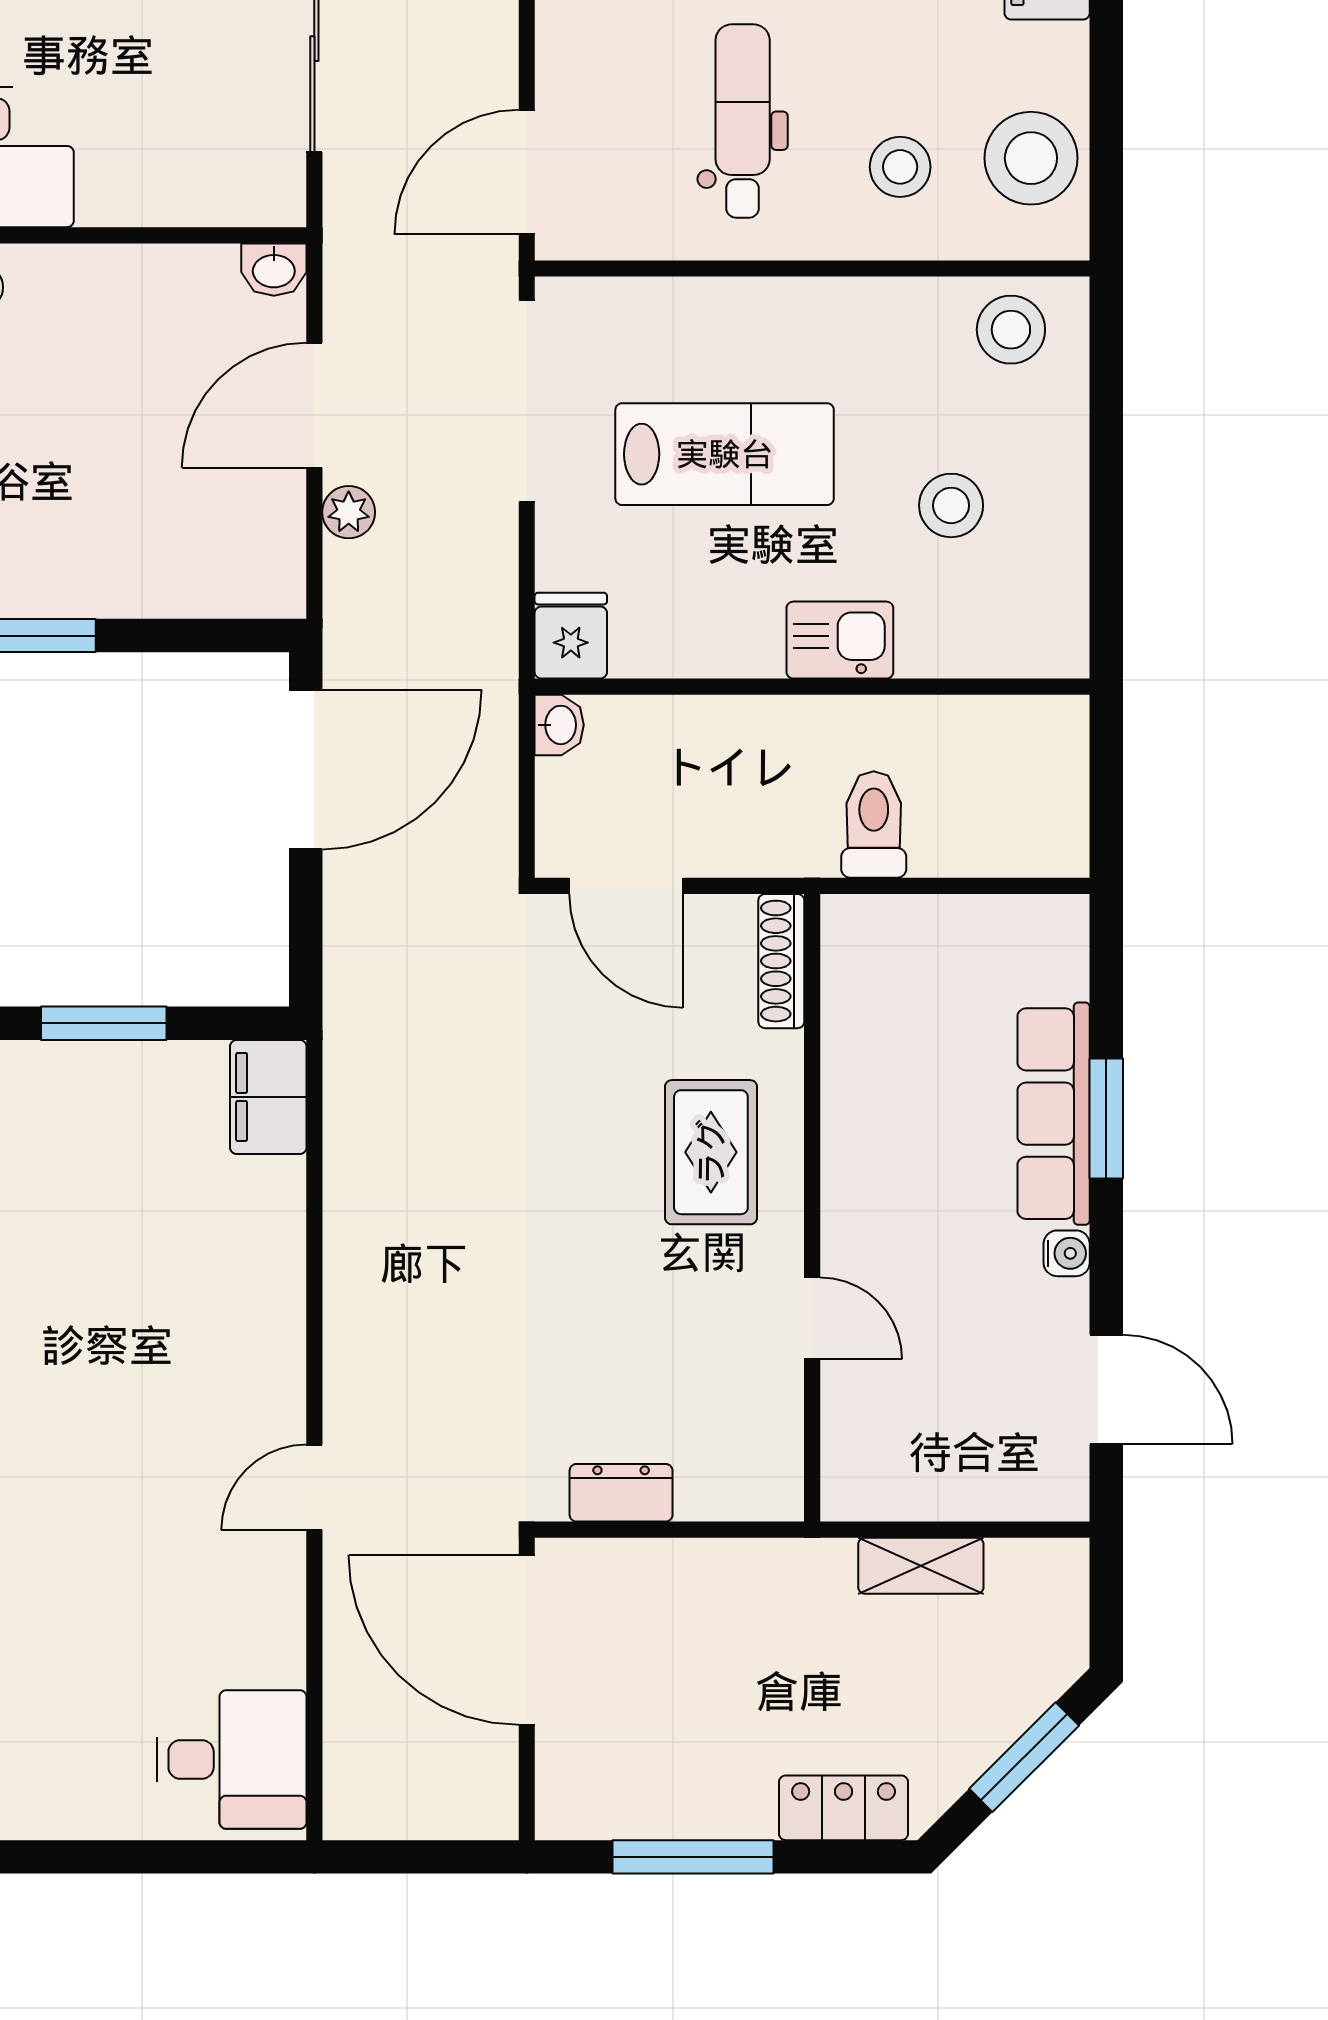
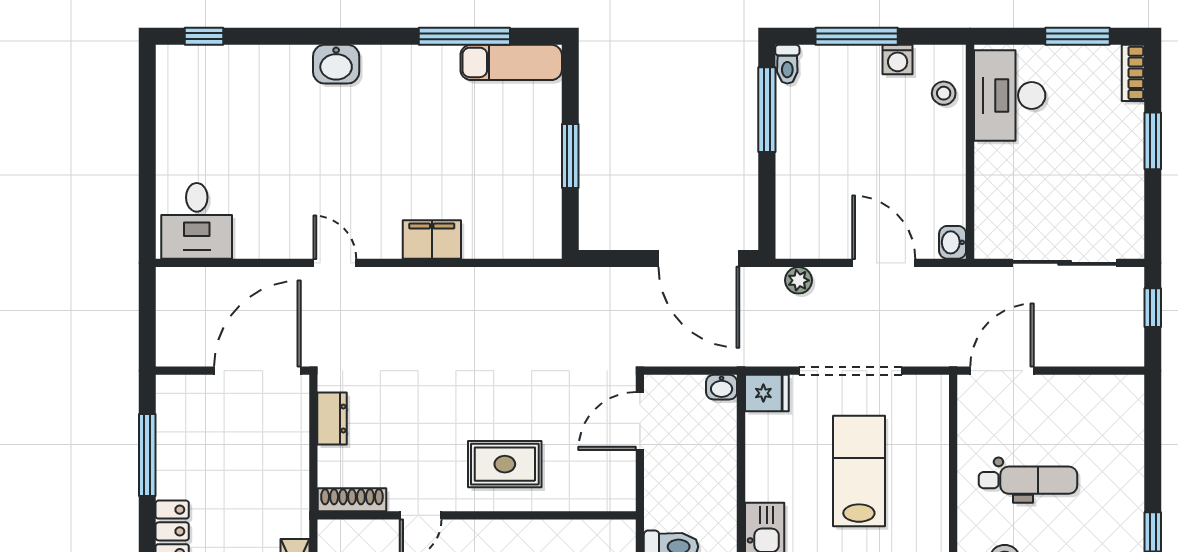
door: (527, 172) -> (1002, 371), hinge flipped
doorway: (527, 401) -> (850, 371), moved
lab bench: (725, 454) -> (859, 471), turned 180
plant: (349, 512) -> (798, 280), moved
shoe rack: (781, 961) -> (352, 500), moved
filing cabinet: (268, 1097) -> (432, 240), moved

